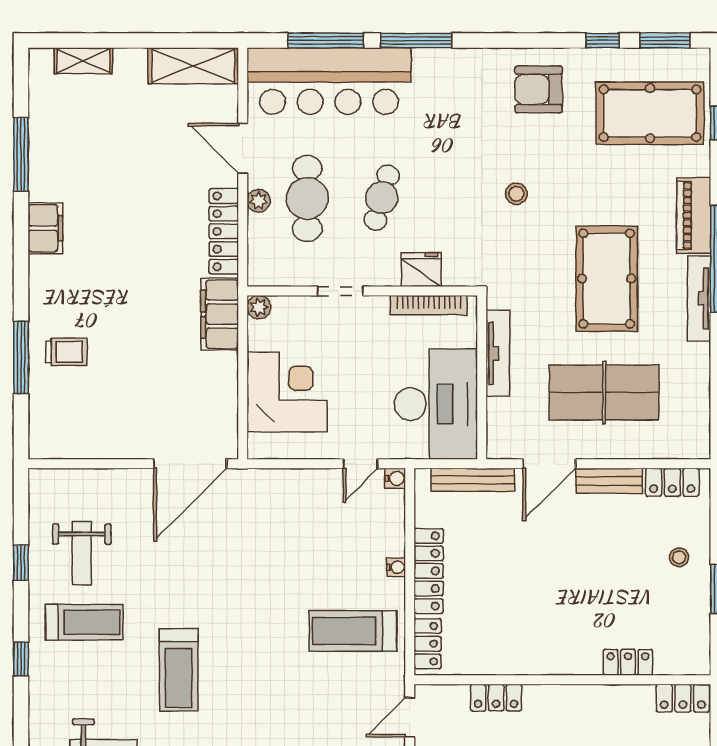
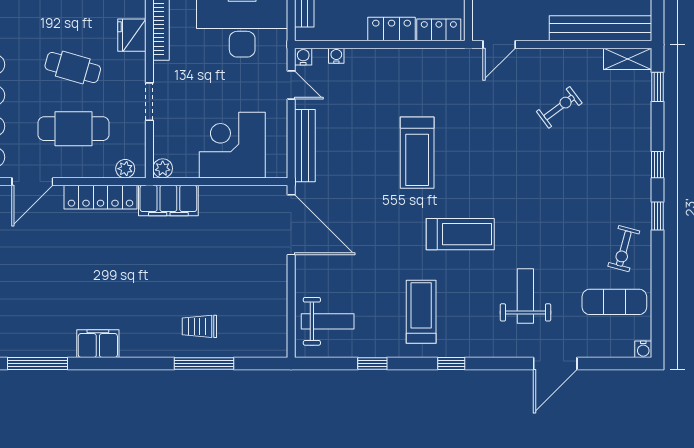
plant: (258, 201) -> (125, 169), moved
trolley: (66, 352) -> (199, 326), turned -90
bench: (287, 480) -> (305, 146), added
weight bench: (82, 553) -> (328, 321), moved
water cooler: (396, 567) -> (336, 56), moved
locker: (429, 571) -> (392, 29), width x0.66
treadmill: (353, 631) -> (417, 153), moved
door: (410, 717) -> (499, 45), hinge flipped

